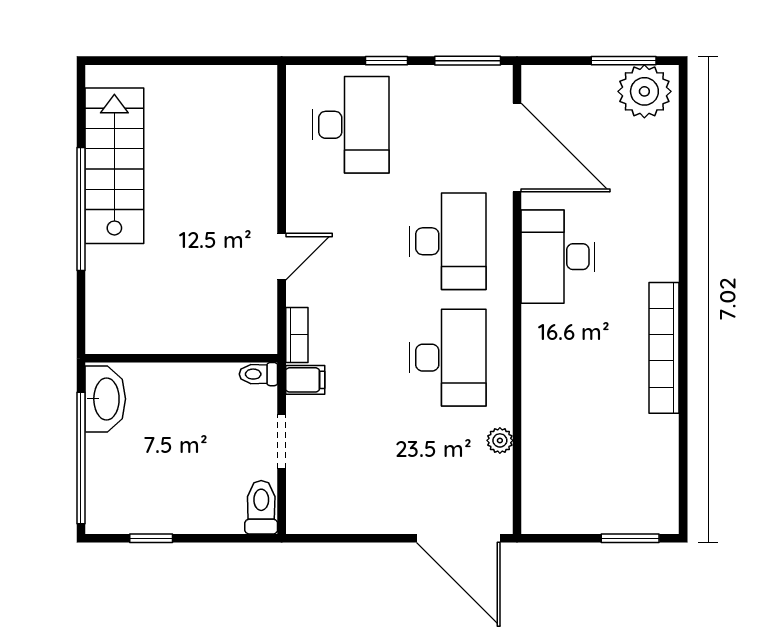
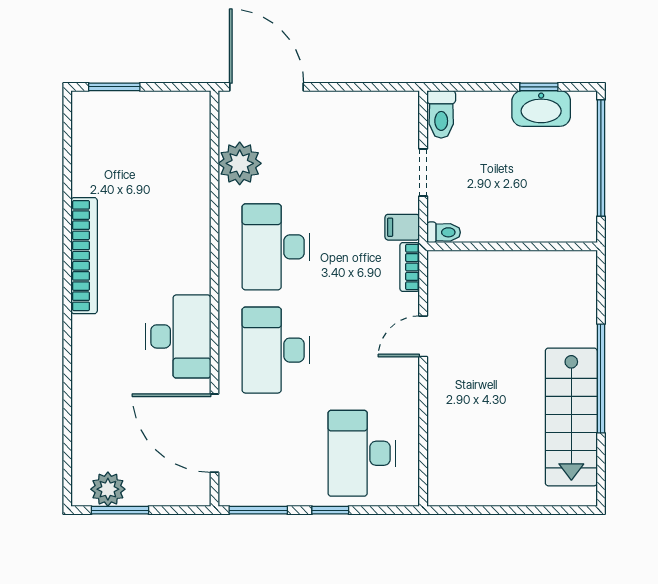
plant: (644, 91) -> (108, 489), width x0.73, depth x0.73
washbasin: (105, 399) -> (541, 108), moved, turned -90
plant: (500, 440) -> (240, 163), width x1.87, depth x1.87

